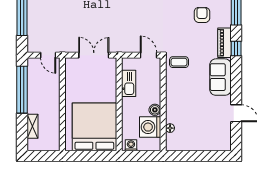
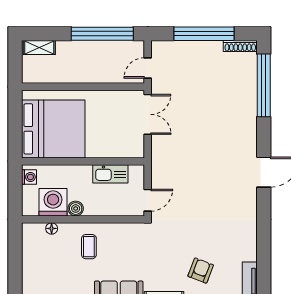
armchair: (202, 15) -> (201, 271), turned -69
double door: (94, 55) -> (148, 114), moved
coffee table: (179, 62) -> (89, 247), moved
shelving: (32, 126) -> (39, 47), moved

